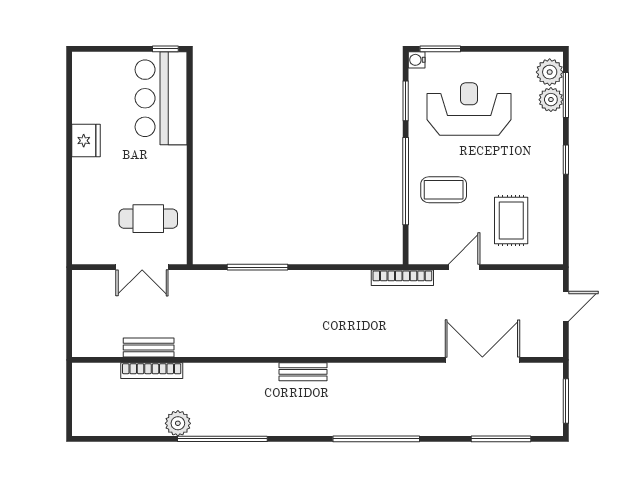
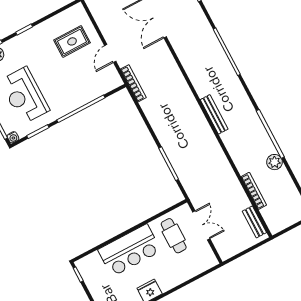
bar counter: (161, 98) -> (129, 250), moved
coffee table: (444, 190) -> (75, 86), removed
door: (464, 267) -> (110, 53), hinge flipped
bench: (149, 347) -> (254, 222), moved
bench: (303, 372) -> (214, 114), width x1.36

